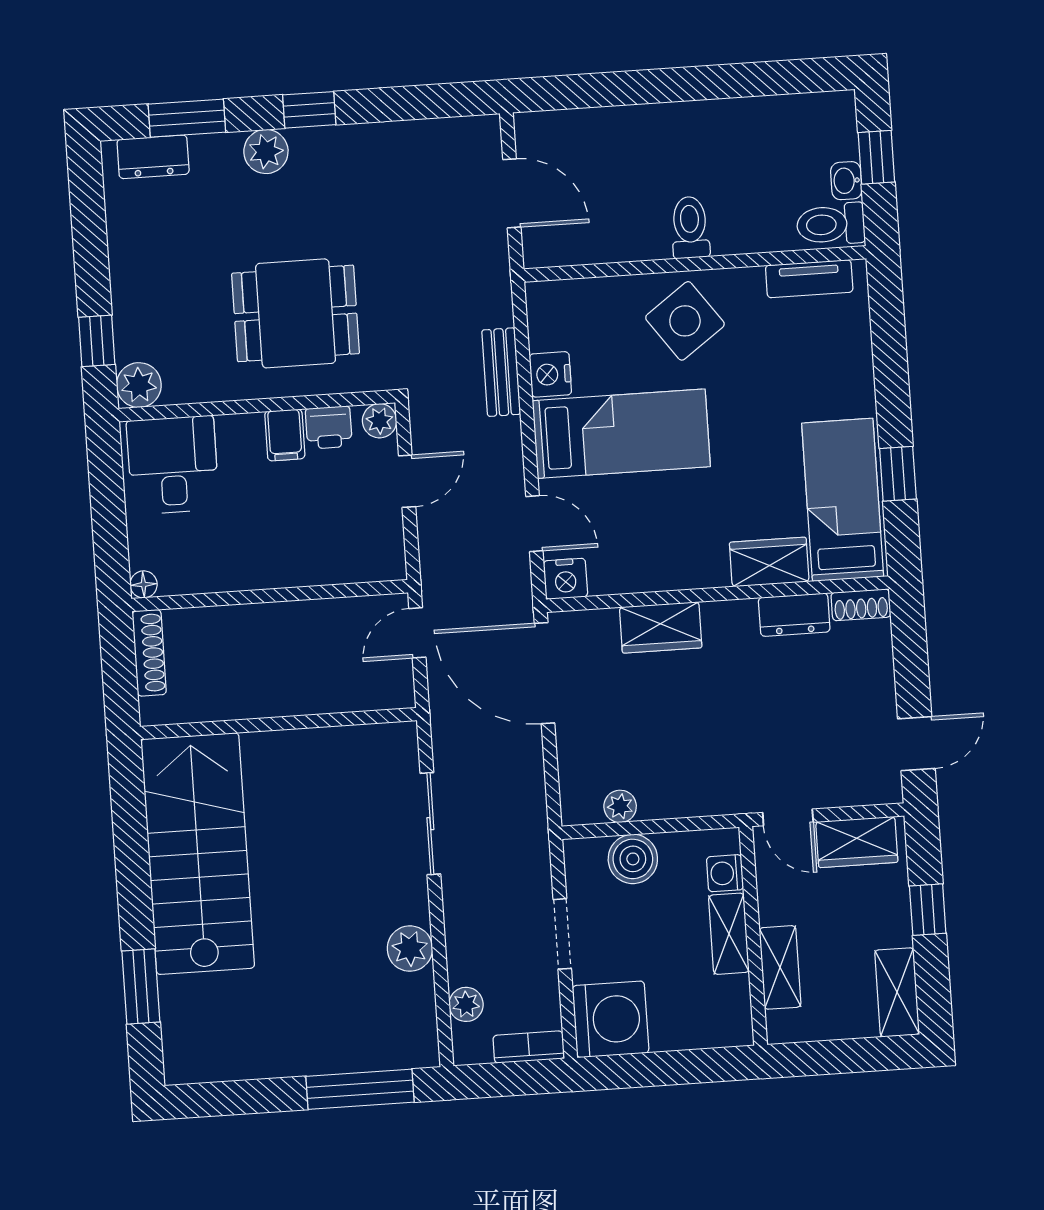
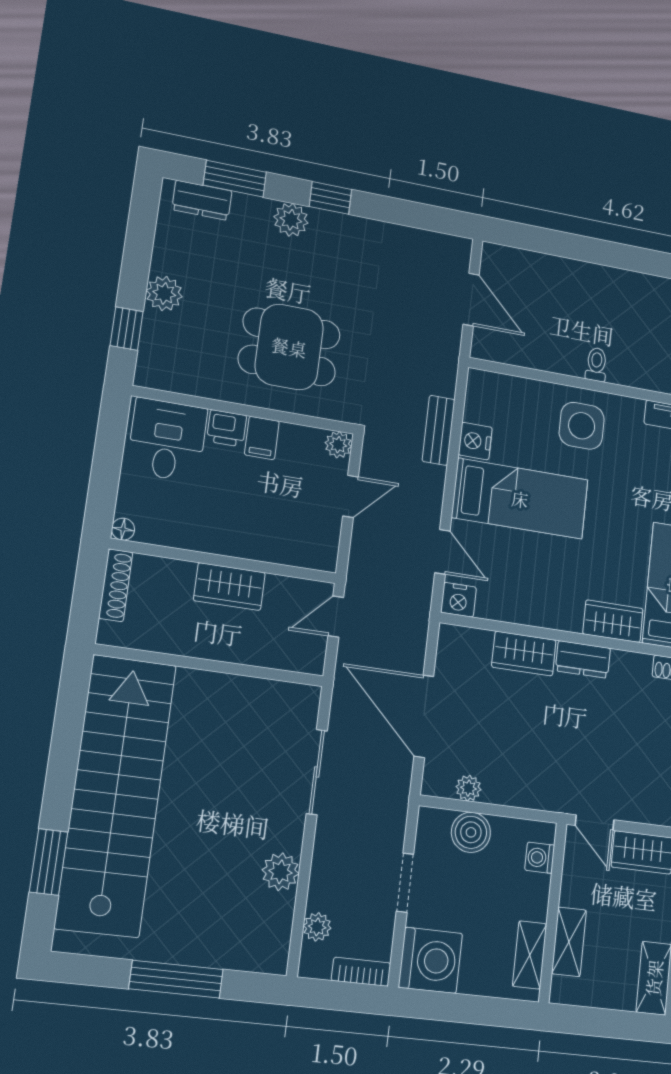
toilet: (690, 227) -> (596, 364), width x0.73, depth x0.72
side table: (685, 321) -> (582, 426), turned 36
plant: (139, 385) -> (164, 293), moved
printer: (329, 427) -> (227, 428), moved
dresser: (794, 615) -> (583, 659), moved
wardrobe: (282, 625) -> (229, 587), added
door: (545, 673) -> (424, 716), moved
stairs: (198, 854) -> (116, 795), width x1.36
shelving: (729, 934) -> (530, 955), moved
window: (360, 1089) -> (176, 979), moved

